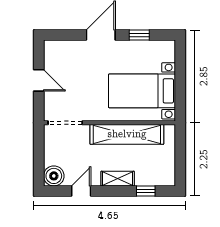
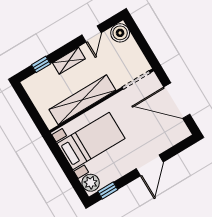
window: (139, 35) -> (108, 191), moved
plant: (166, 52) -> (91, 183), added
door: (39, 80) -> (177, 101), width x1.88

